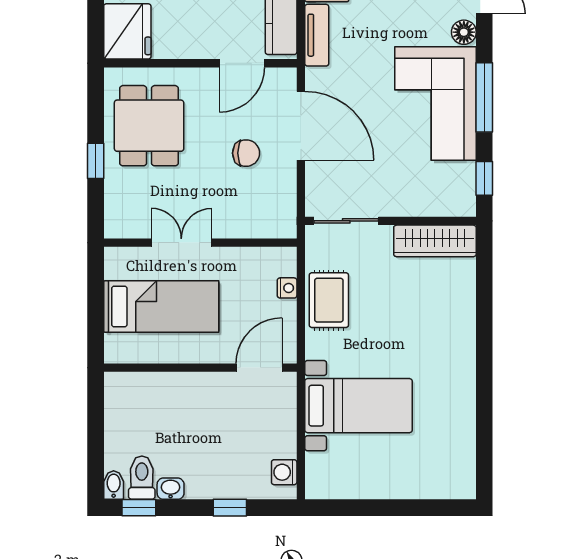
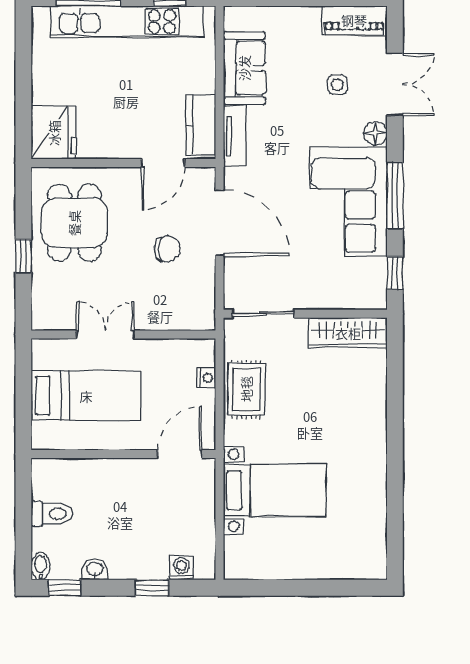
washing machine: (284, 472) -> (181, 568), moved, turned 90
toilet: (142, 478) -> (52, 514), moved, turned 90

